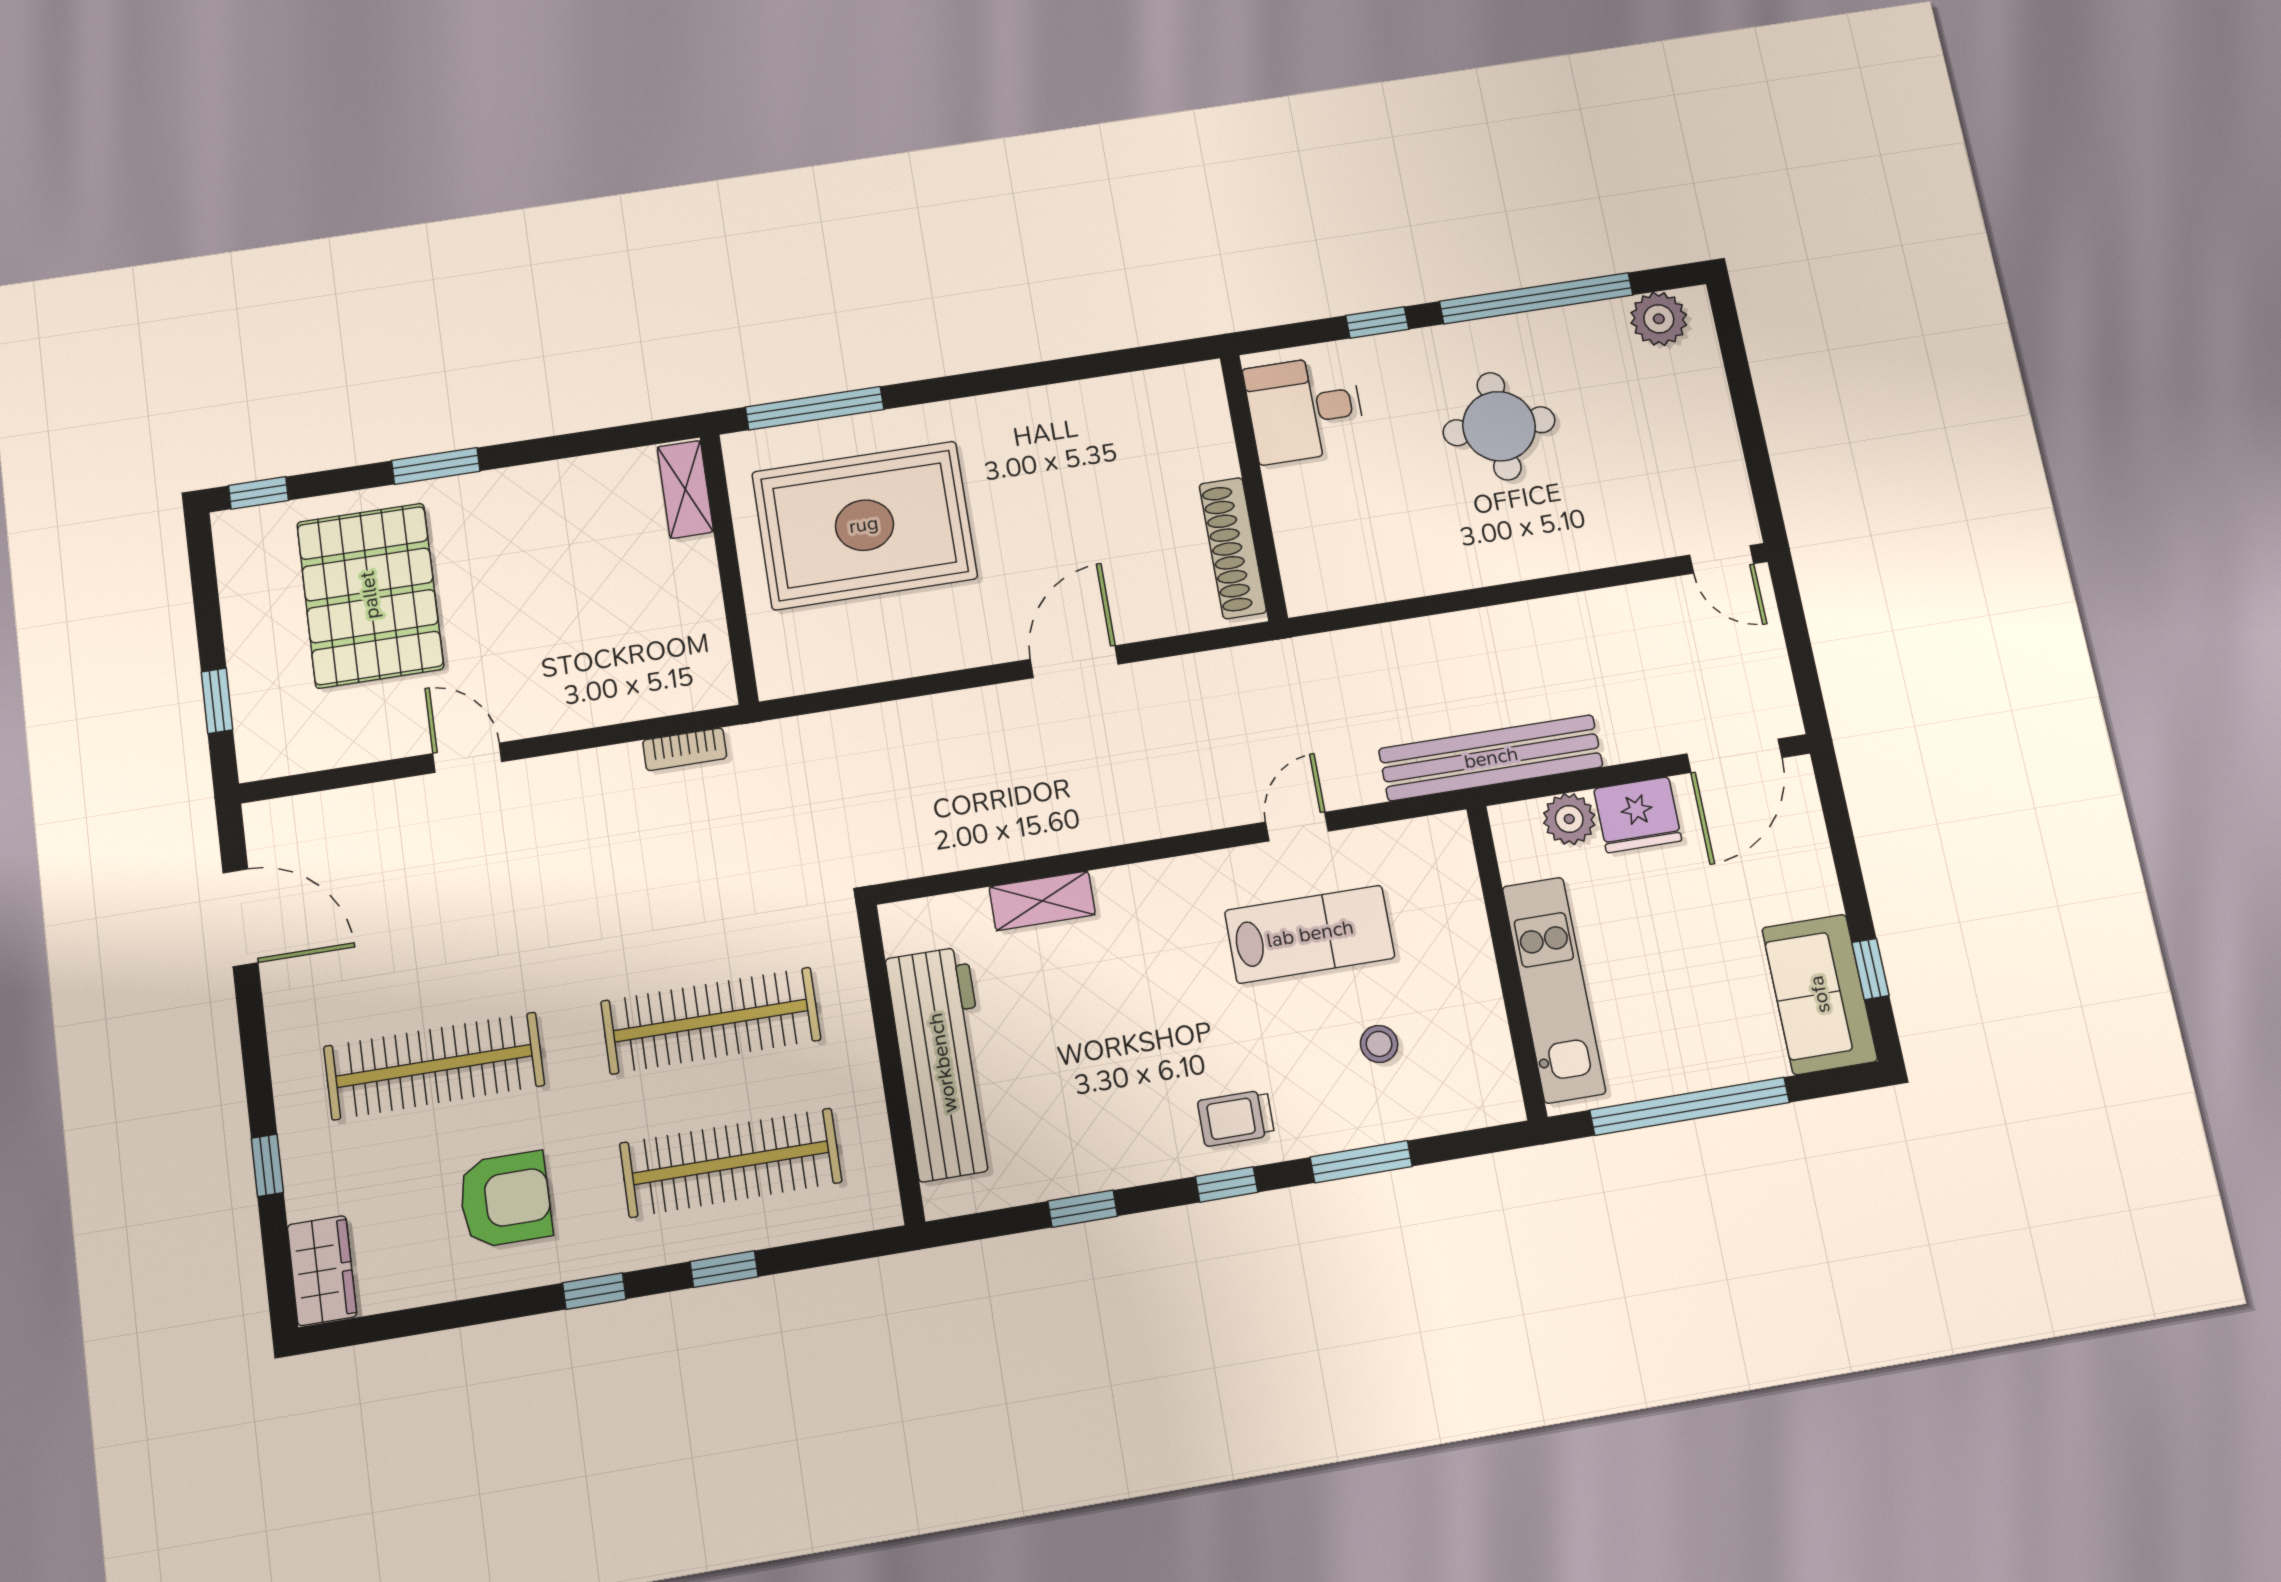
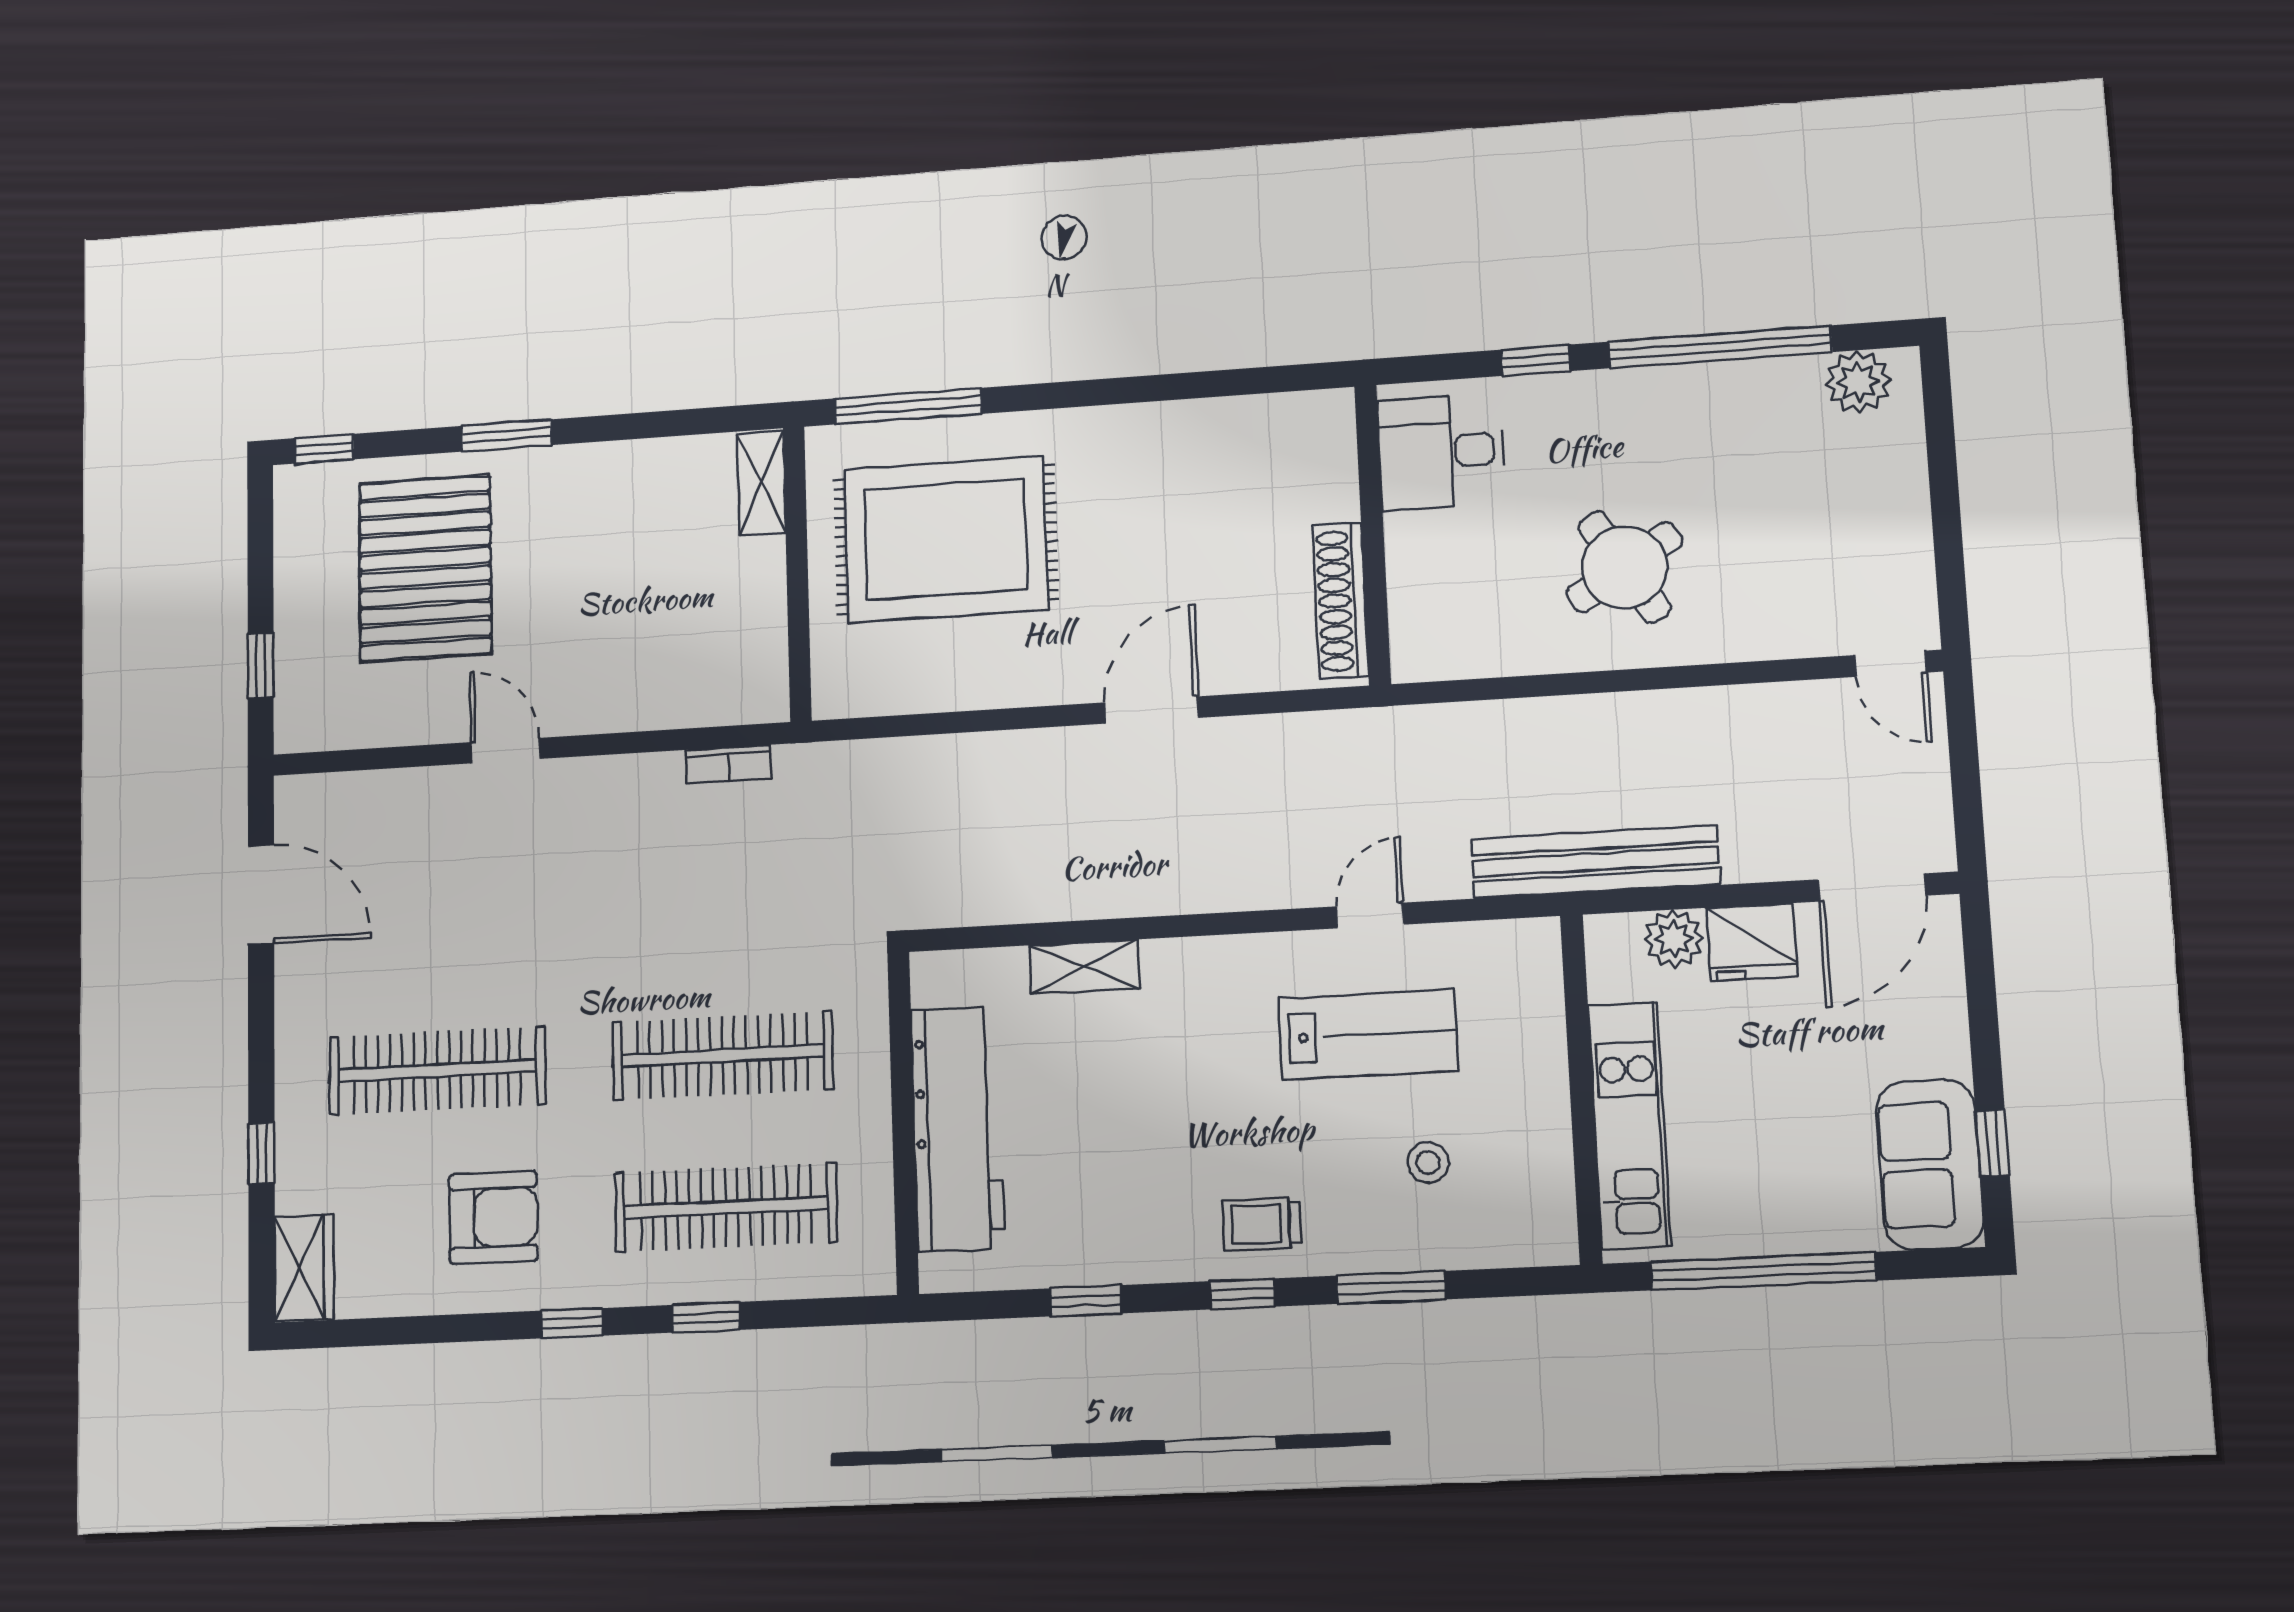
round table: (1499, 426) -> (1625, 567), moved, turned -32

